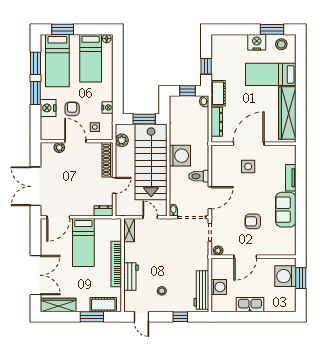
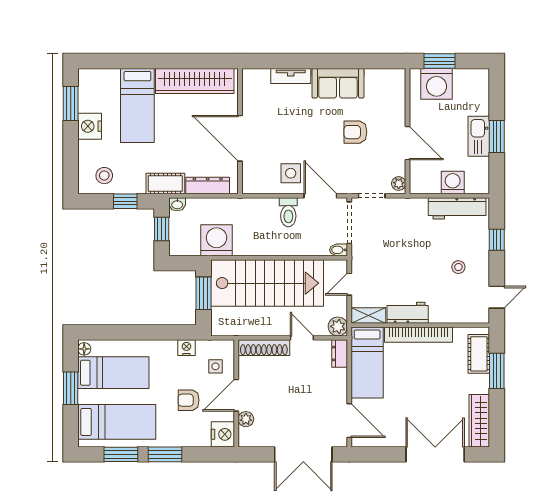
window: (63, 29) -> (71, 388), moved
stool: (281, 44) -> (104, 176), moved
nightstand: (48, 108) -> (223, 434), moved, turned -90
plant: (122, 140) -> (338, 326), moved
washing machine: (180, 156) -> (216, 240), moved
side table: (248, 166) -> (291, 173), moved
armchair: (253, 221) -> (355, 132), turned 90
bed: (83, 242) -> (367, 363), moved, turned 90
workbench: (131, 276) -> (408, 313), moved
window: (250, 317) -> (497, 137), added

